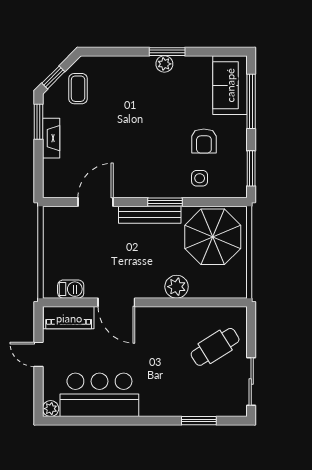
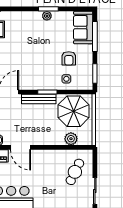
plant: (177, 287) -> (71, 139), moved
cafe table: (215, 347) -> (75, 172), turned -32

